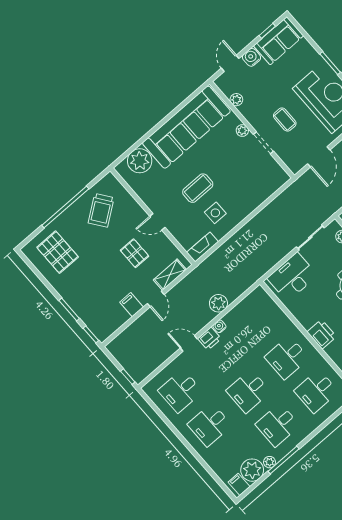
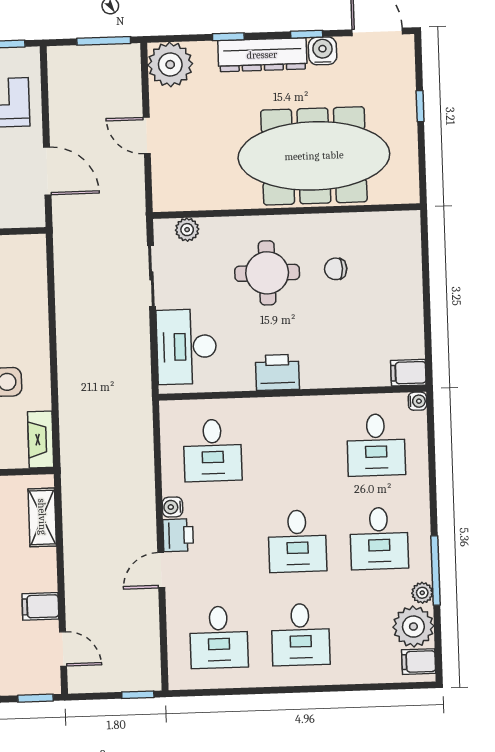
door: (156, 299) -> (63, 649), moved
plant: (218, 303) -> (139, 482), removed
printer: (322, 334) -> (277, 372), moved
desk: (287, 358) -> (213, 450), moved

